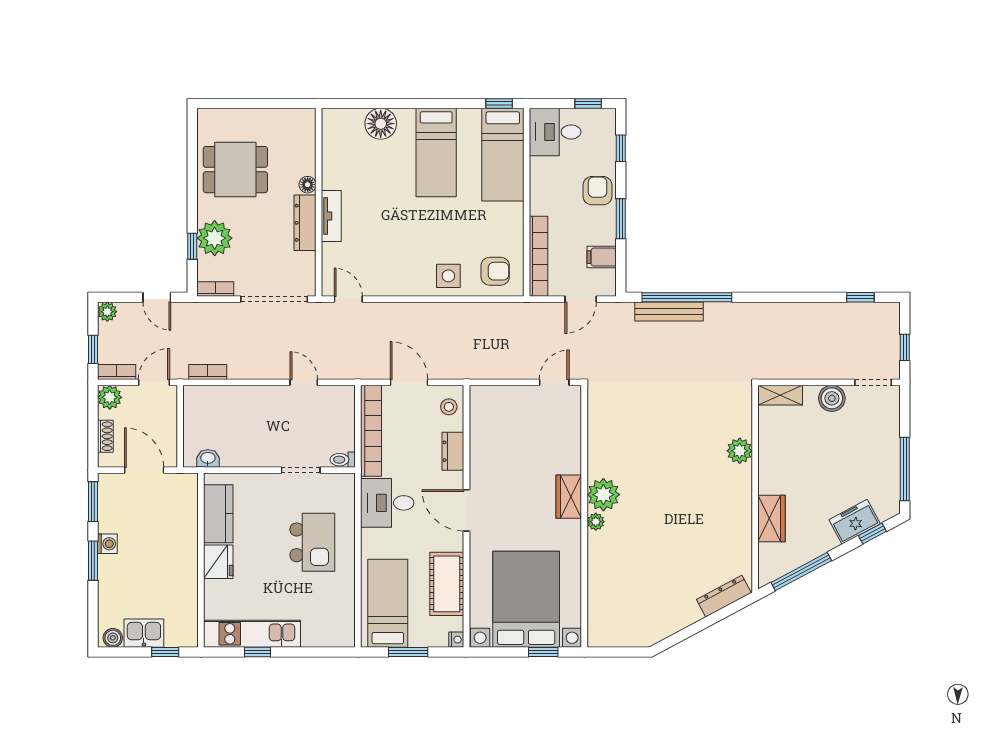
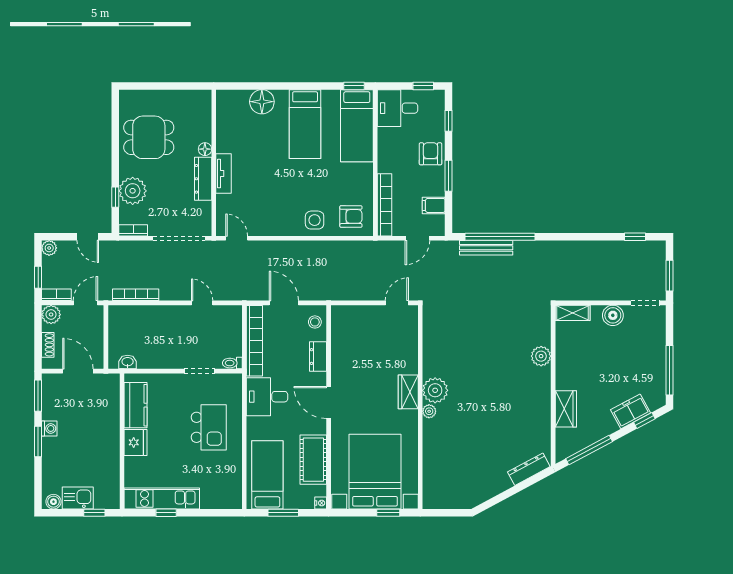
window: (905, 347) -> (670, 276), width x1.50
bookcase: (208, 372) -> (136, 295), width x1.56

